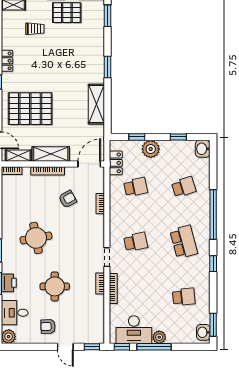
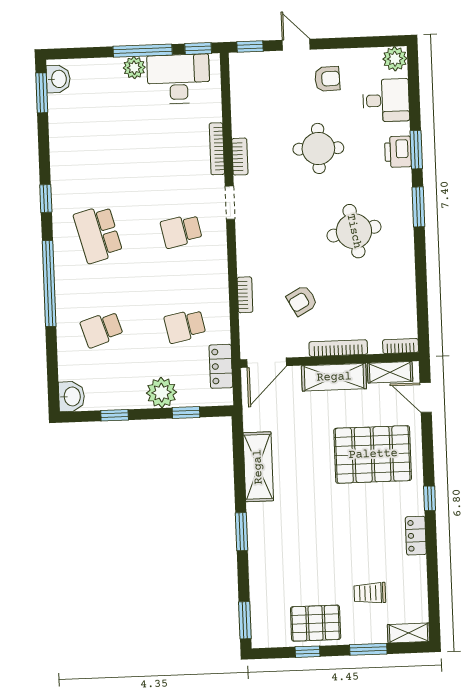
school desk: (184, 297) -> (94, 139), removed

